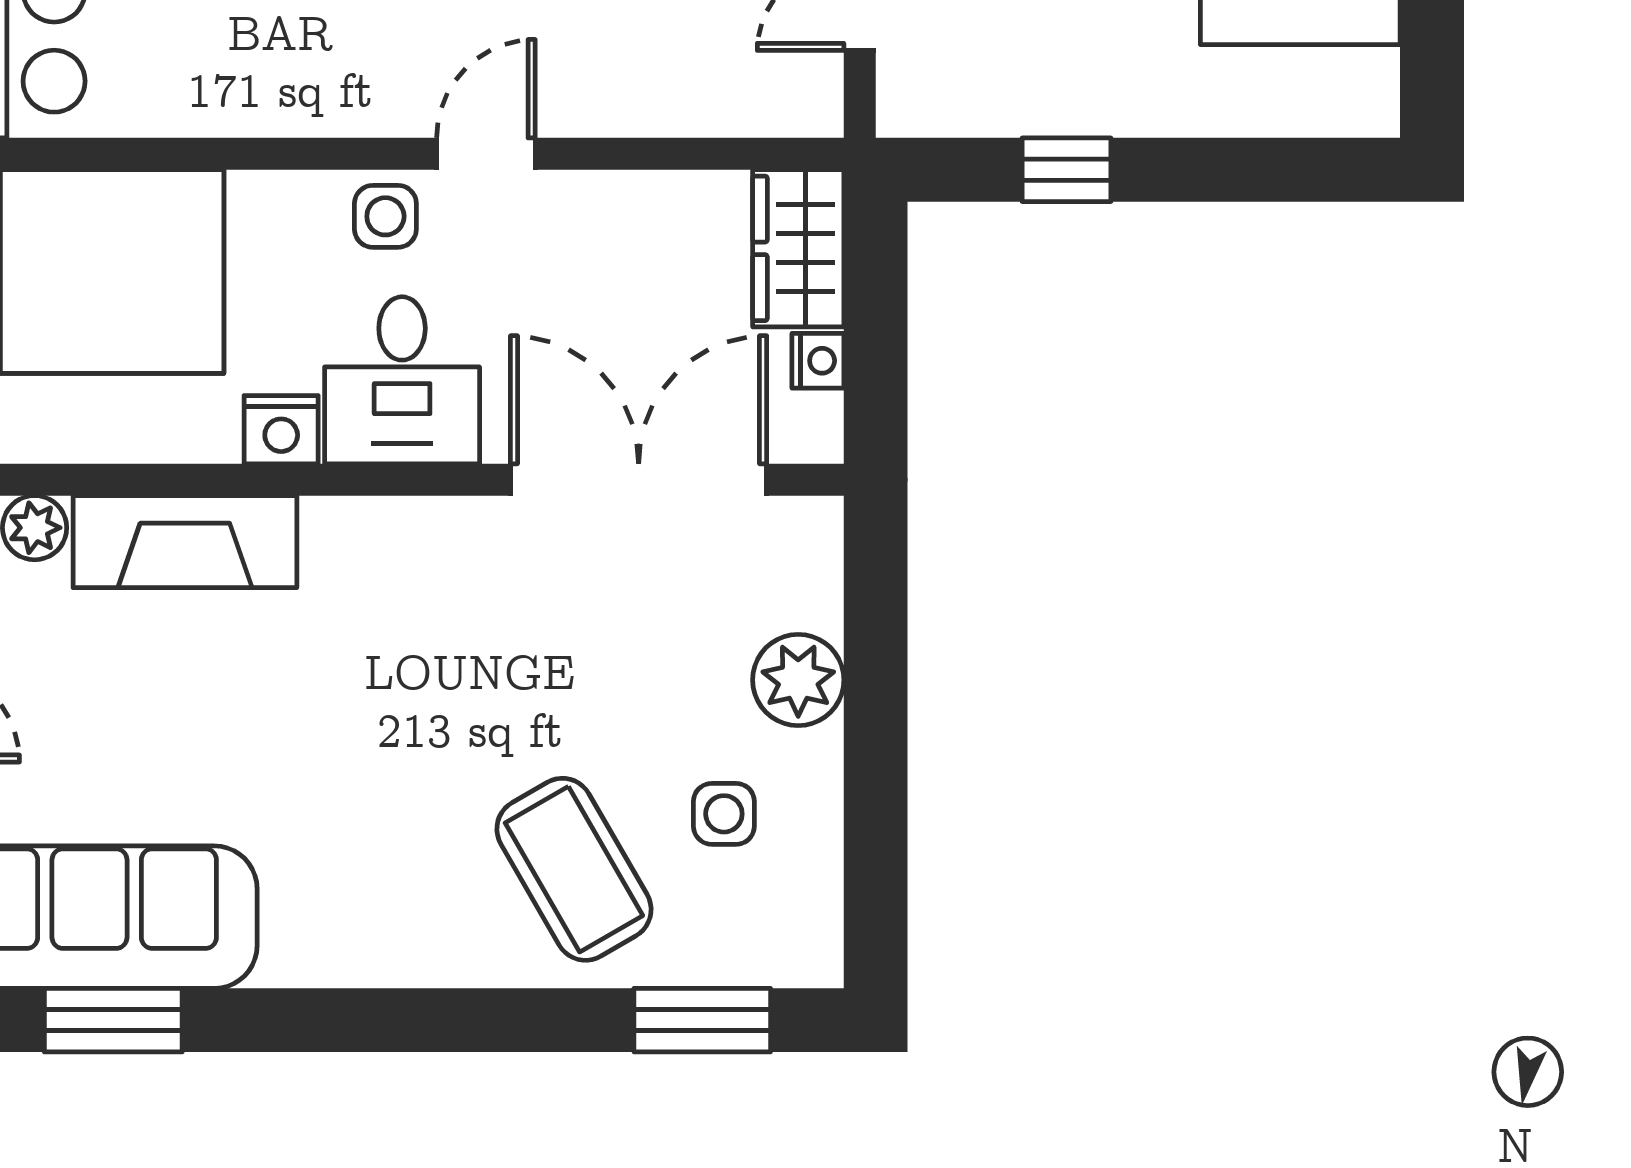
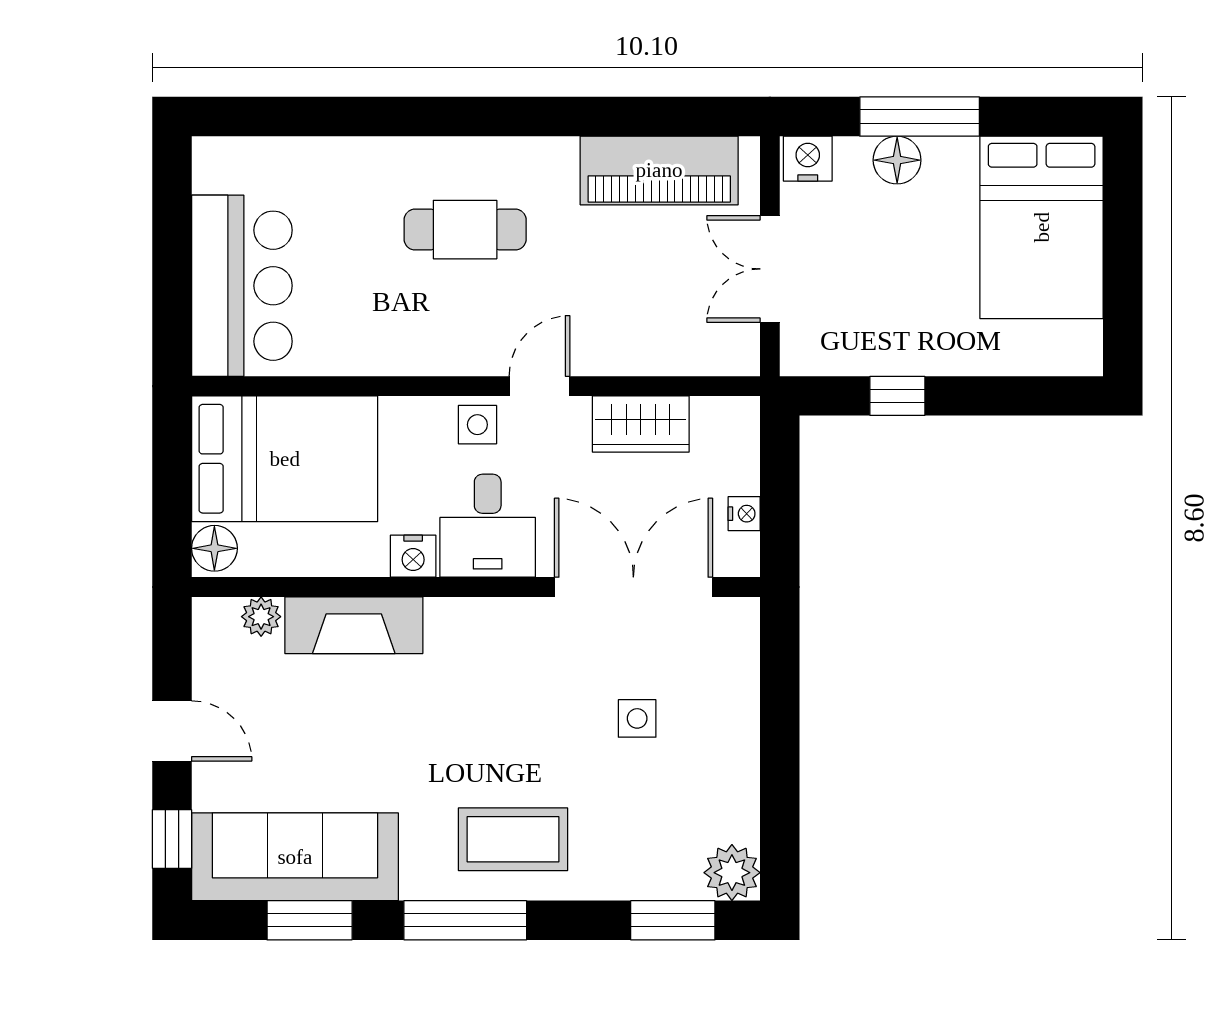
wardrobe: (798, 248) -> (641, 424), moved, turned -90
plant: (798, 680) -> (732, 873), moved
side table: (724, 814) -> (637, 718), moved
coffee table: (574, 869) -> (513, 839), moved, turned -60
window: (366, 1020) -> (465, 920), added

